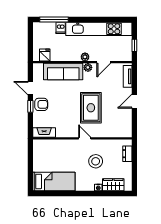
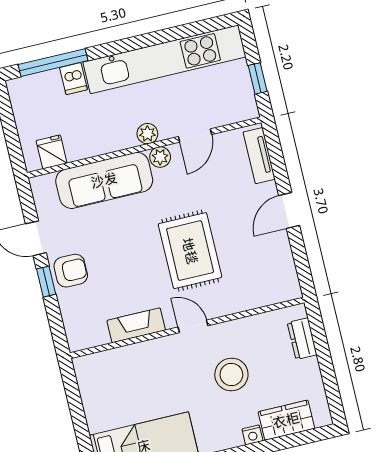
fireplace: (44, 133) -> (136, 325), moved

